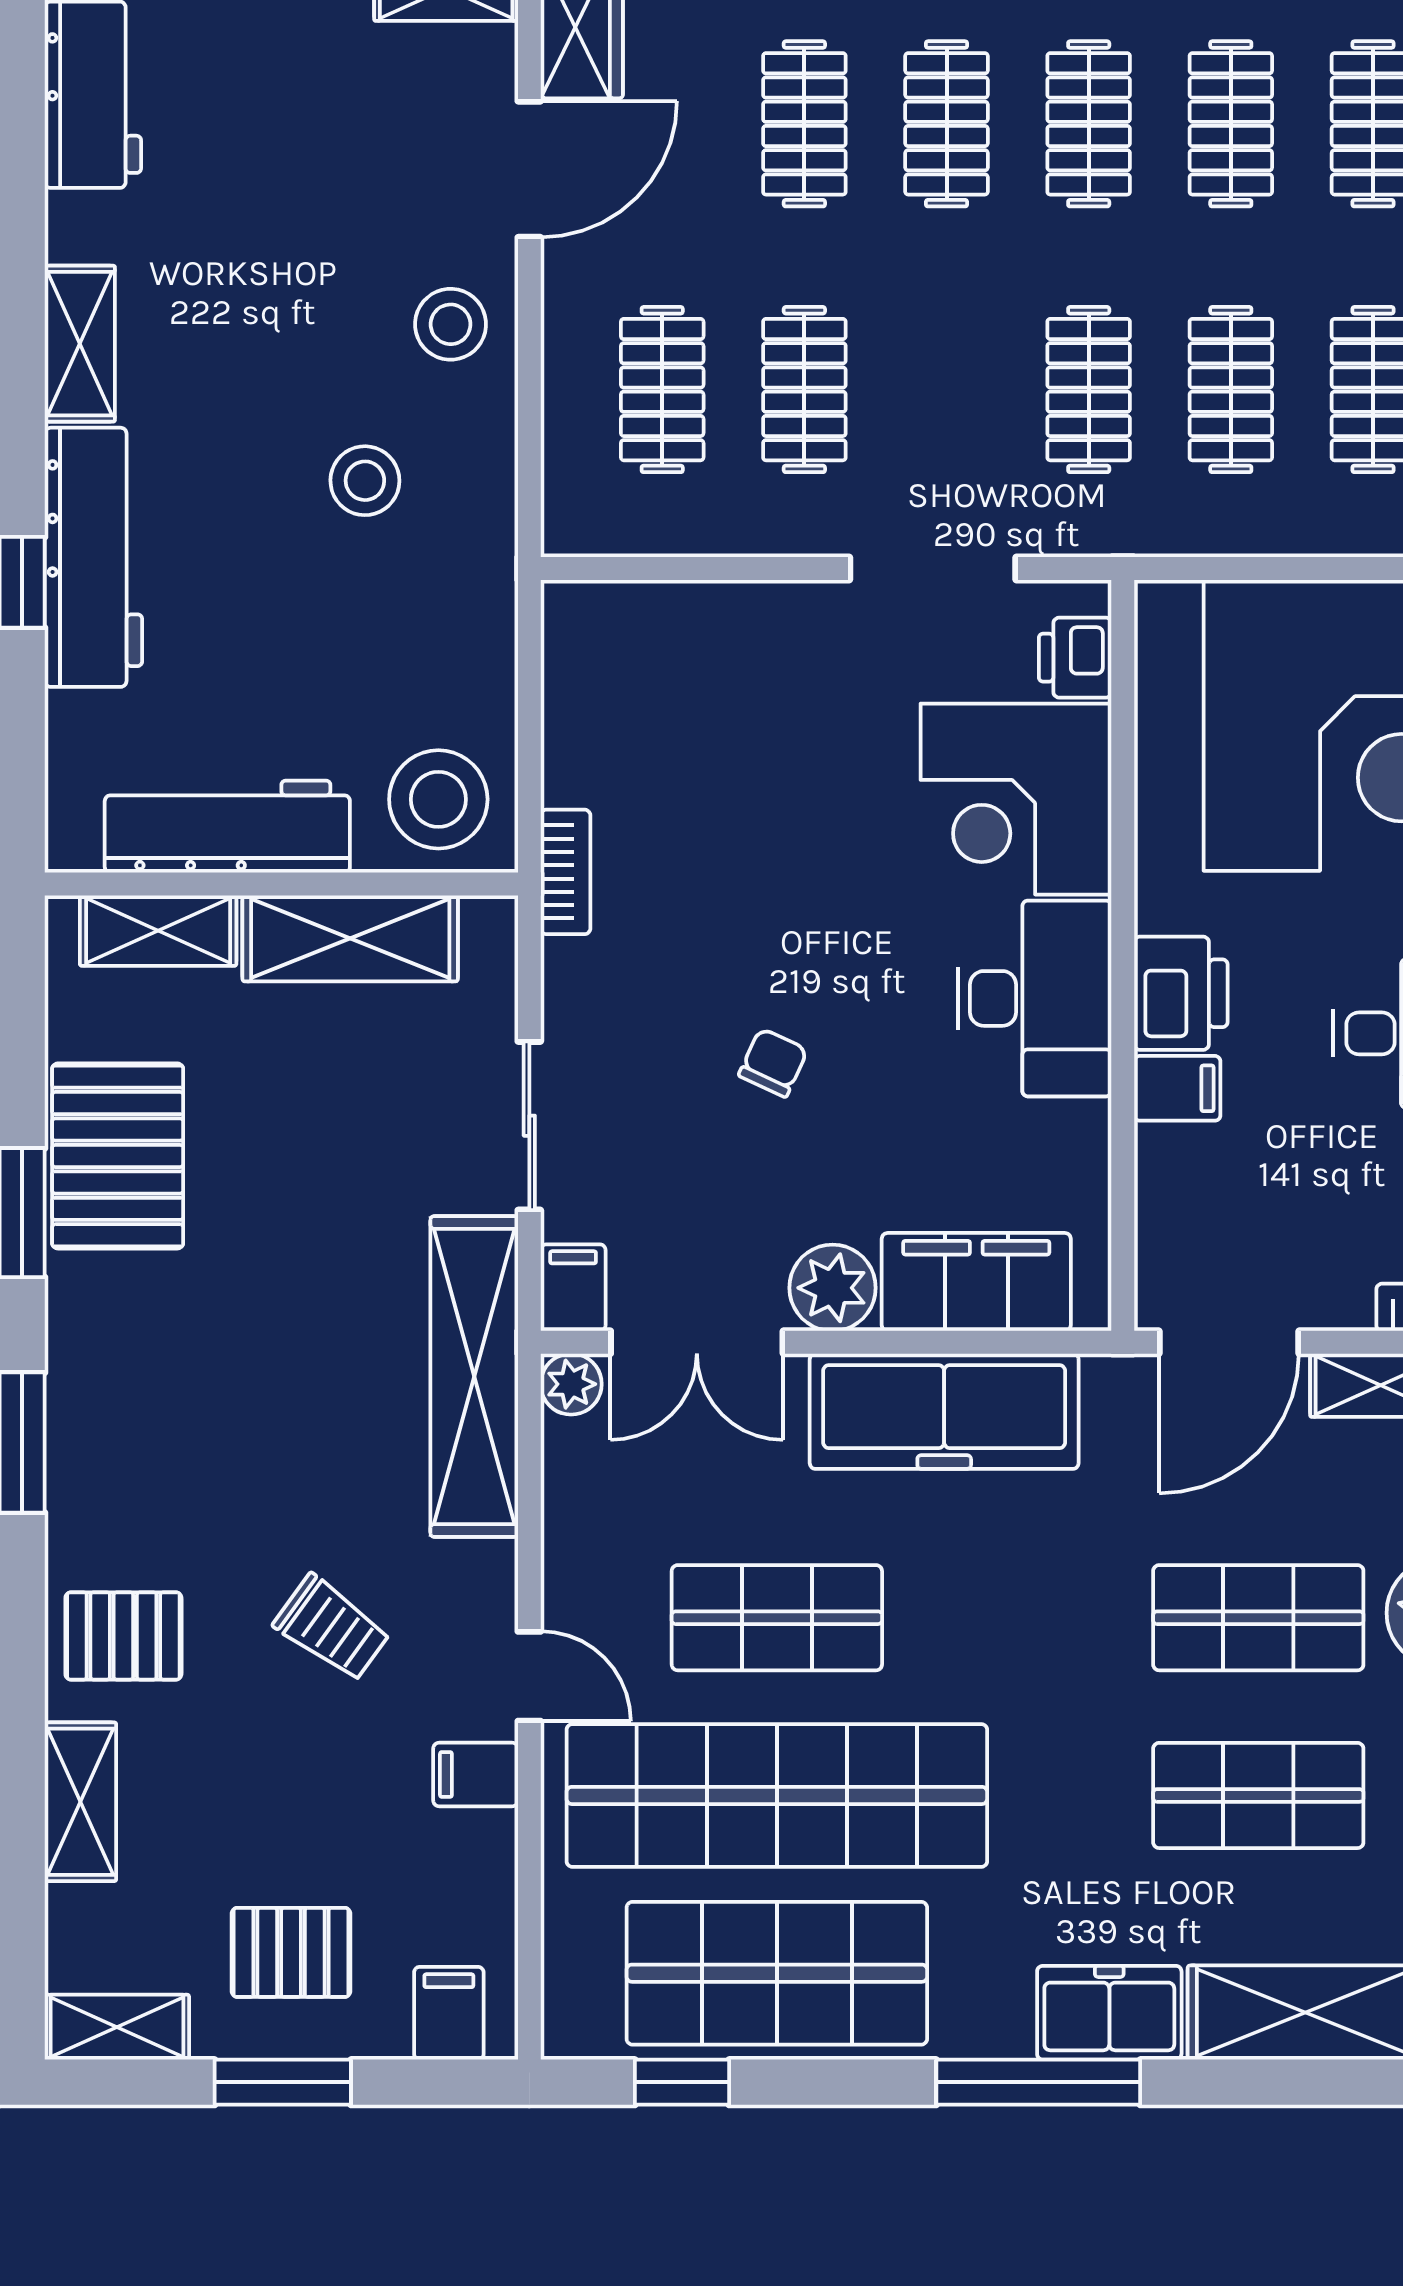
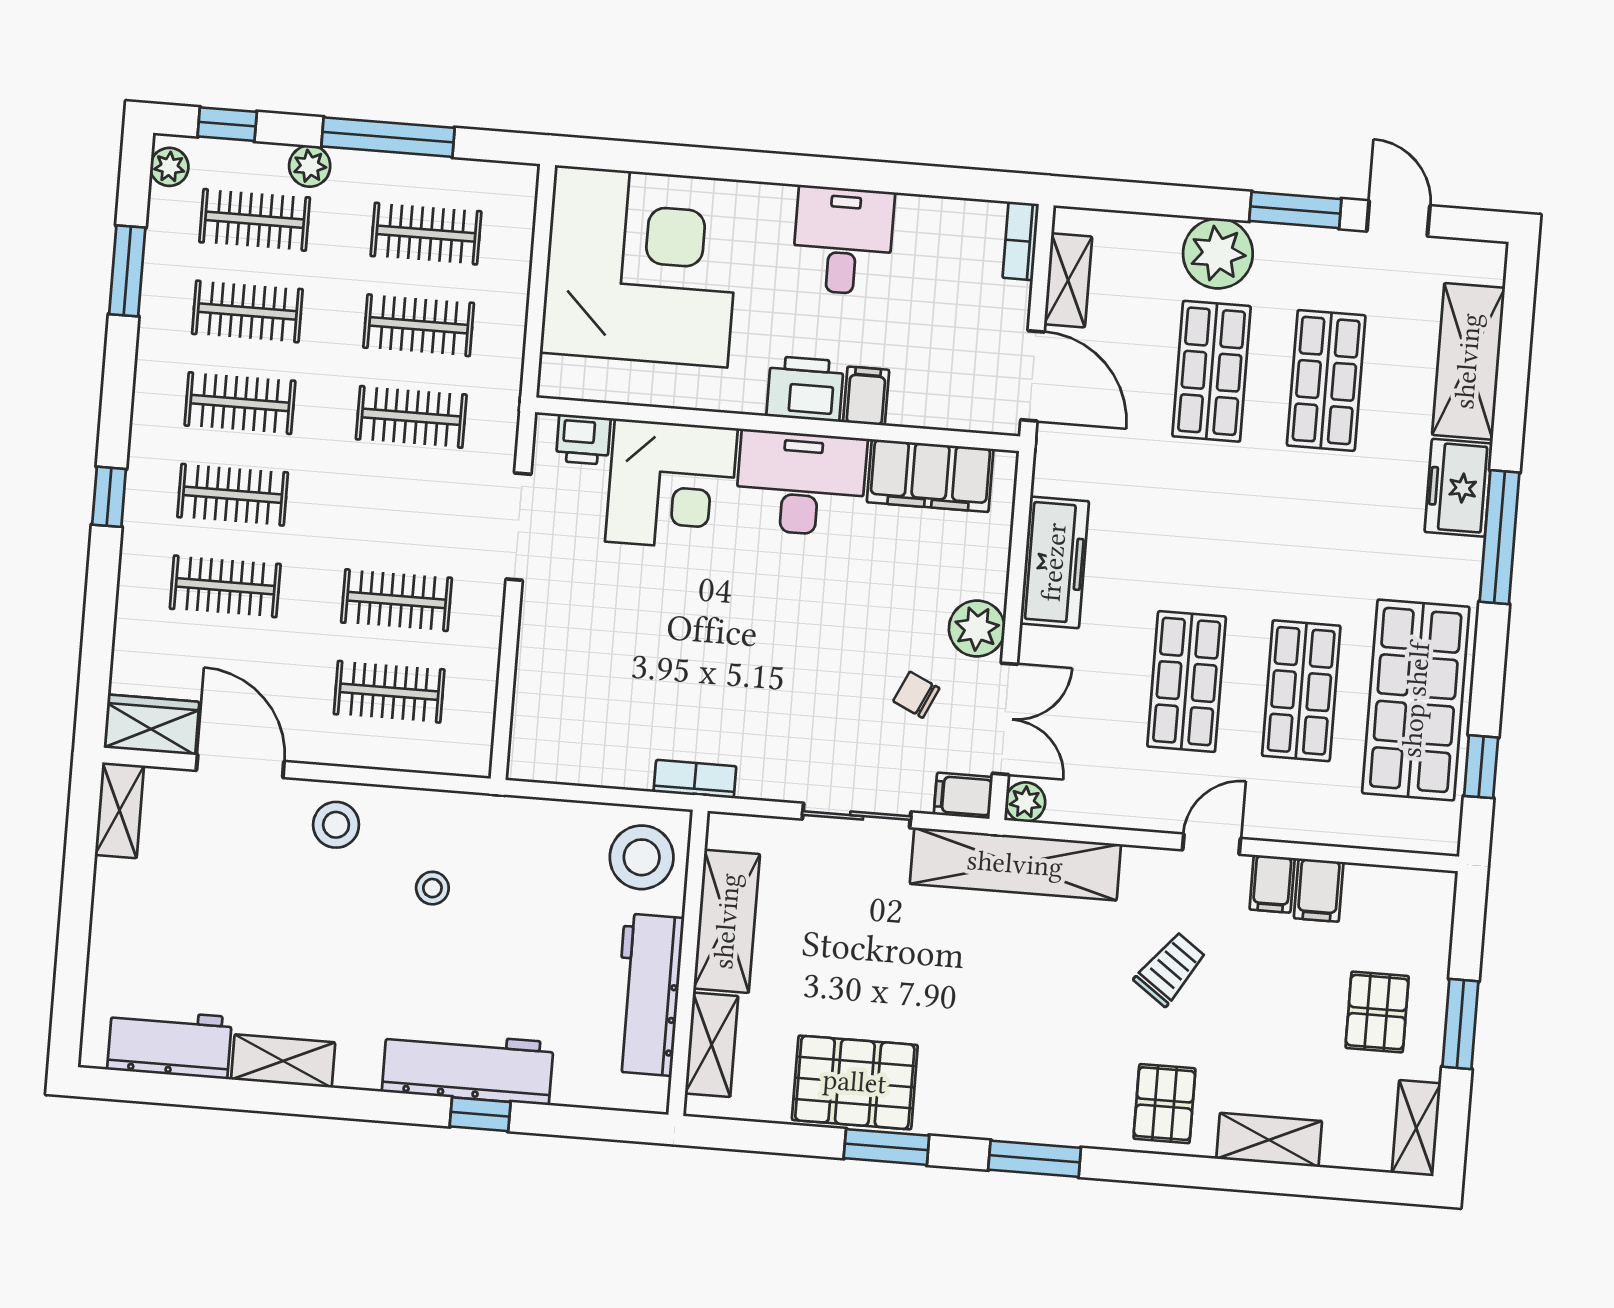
shelving: (80, 344) -> (283, 1061), moved
stool: (365, 481) -> (432, 888), width x0.73, depth x0.73
chair: (773, 1063) -> (916, 695), moved
filing cabinet: (976, 1282) -> (930, 476), moved, turned -90
freezer: (944, 1411) -> (1054, 562), width x0.73, depth x0.79
shop shelf: (777, 1795) -> (1301, 691), width x0.50, depth x0.74
filing cabinet: (449, 2013) -> (1319, 890), moved, turned -90

